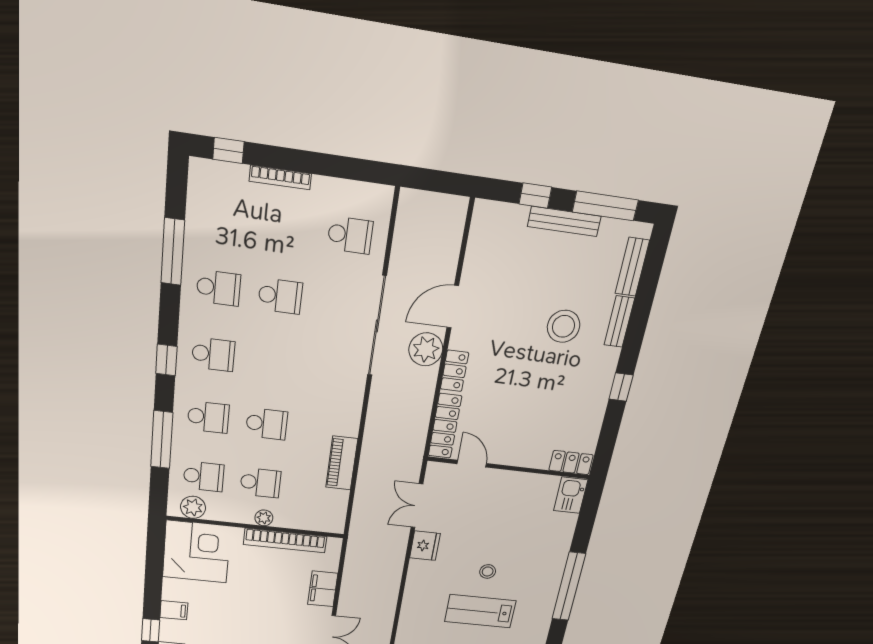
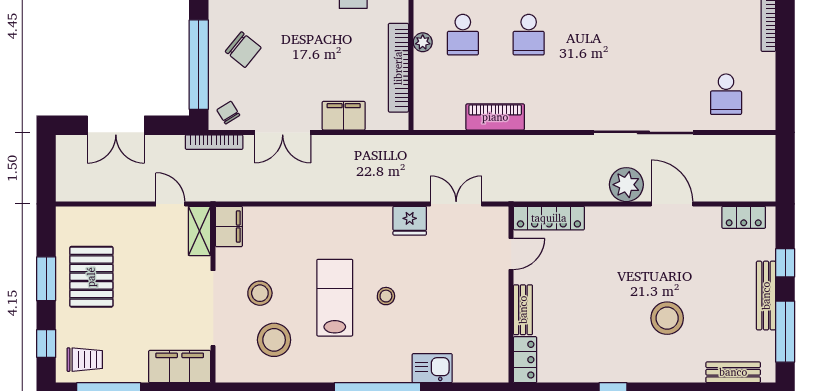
school desk: (280, 296) -> (660, 35), removed
bench: (619, 322) -> (523, 310), moved, turned 90
locker: (454, 371) -> (744, 217), moved
kitchen sink: (571, 495) -> (432, 368), moved

